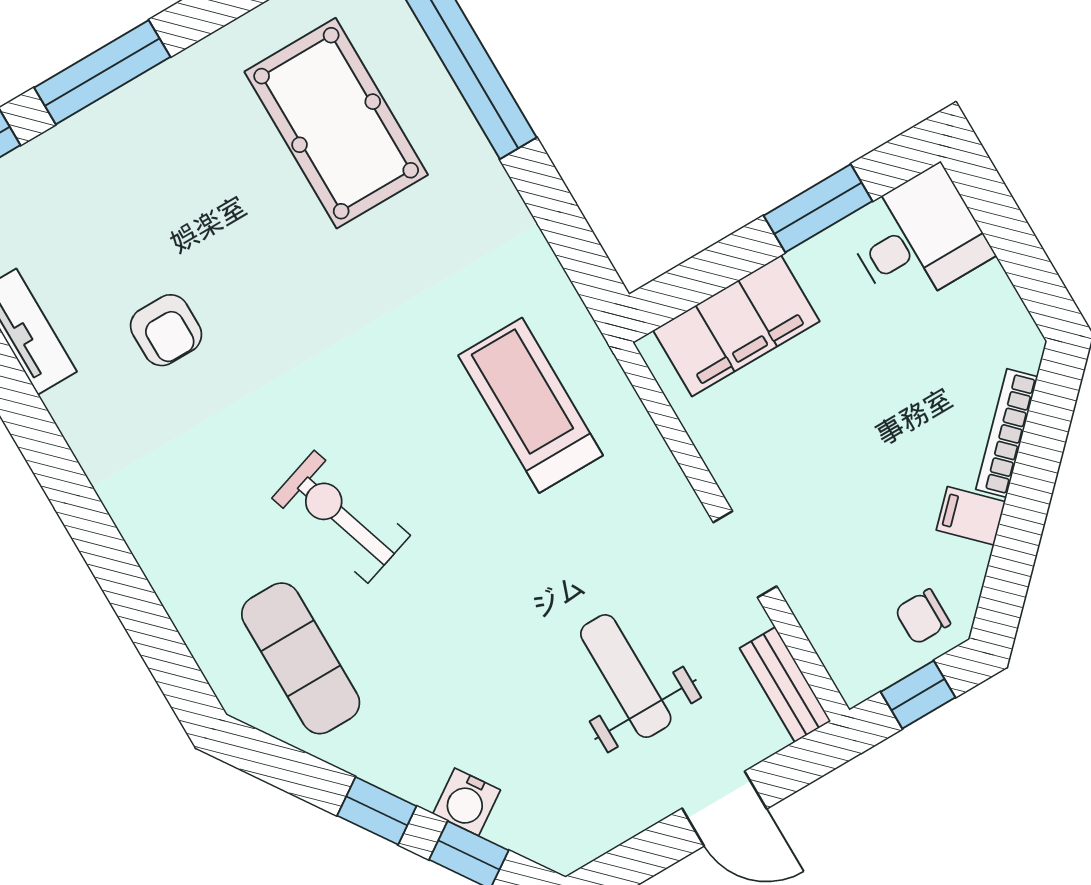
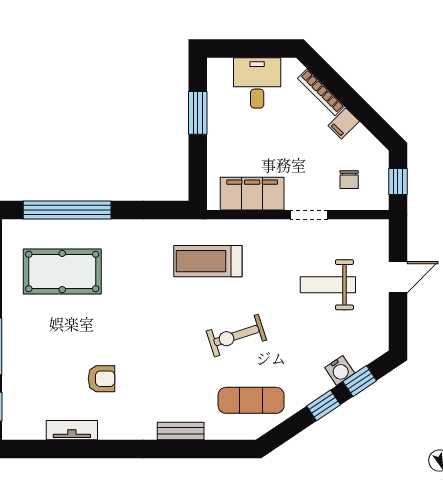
desk: (917, 238) -> (257, 83), moved
filing cabinet: (736, 326) -> (252, 194), moved, turned -90
exercise bike: (341, 517) -> (236, 336), moved
chair: (923, 617) -> (349, 180), moved
bench: (785, 685) -> (181, 431), moved

